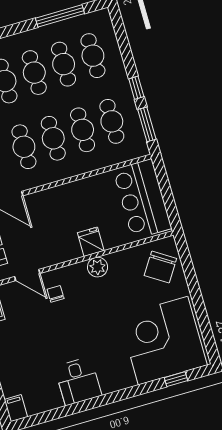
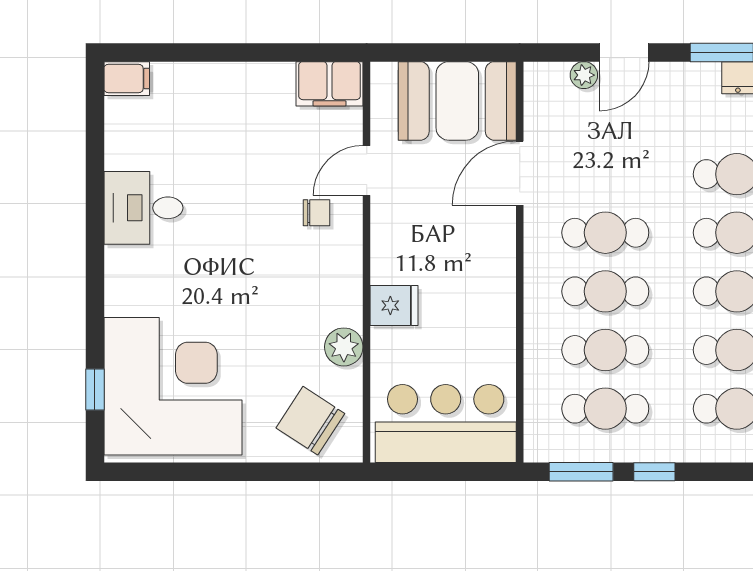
plant: (98, 267) -> (344, 347), moved

